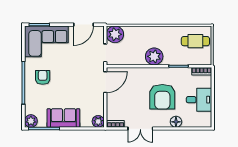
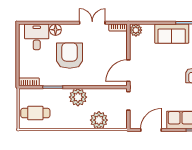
plant: (115, 34) -> (99, 120), moved
desk: (199, 100) -> (37, 37), moved, turned 90

